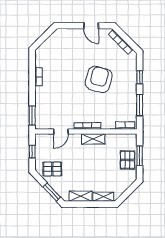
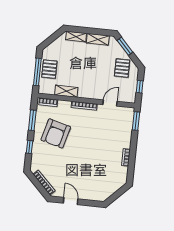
armchair: (99, 79) -> (56, 133), moved
shelving: (93, 139) -> (66, 91), moved
window: (140, 156) -> (37, 72), width x1.44
pallet: (52, 169) -> (122, 68), turned 90

